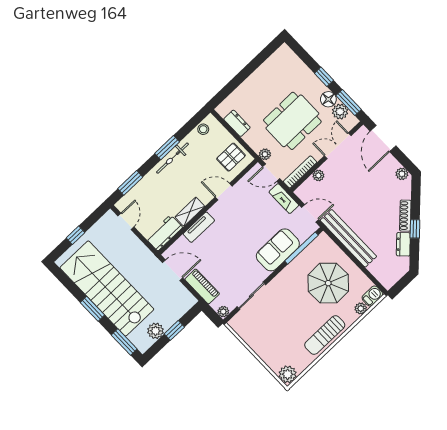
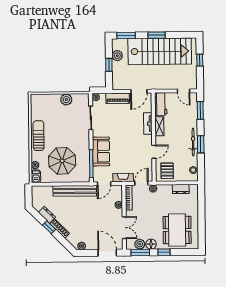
dining table: (292, 121) -> (177, 230), moved
plant: (288, 374) -> (66, 100), moved

